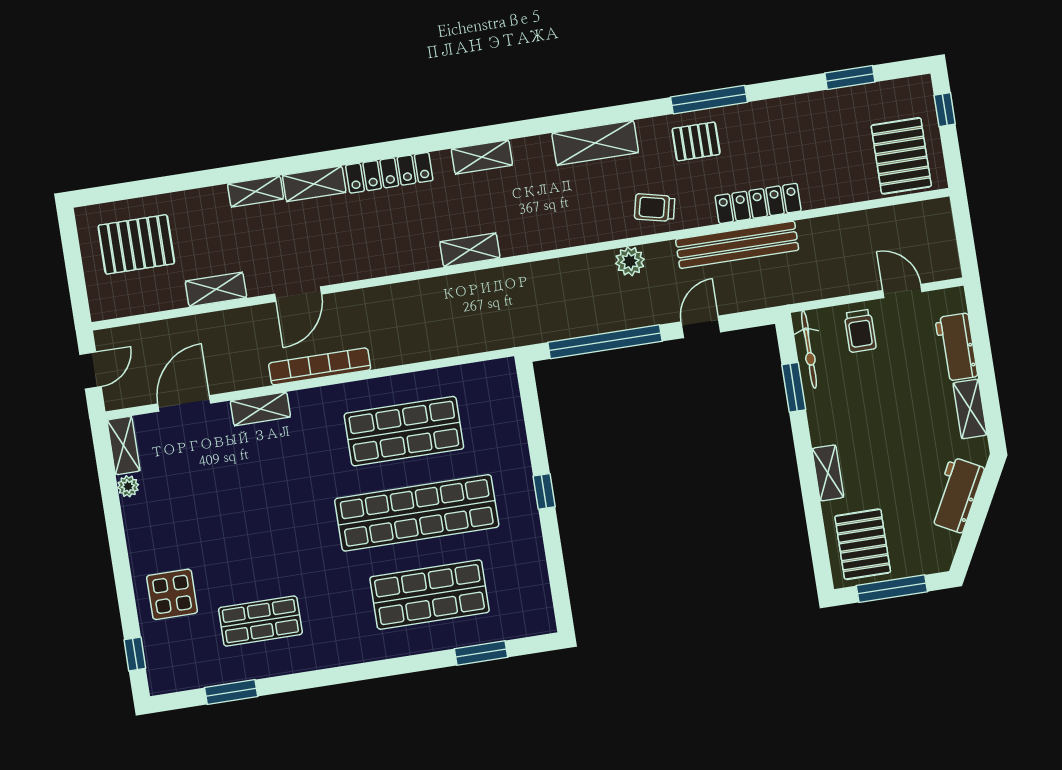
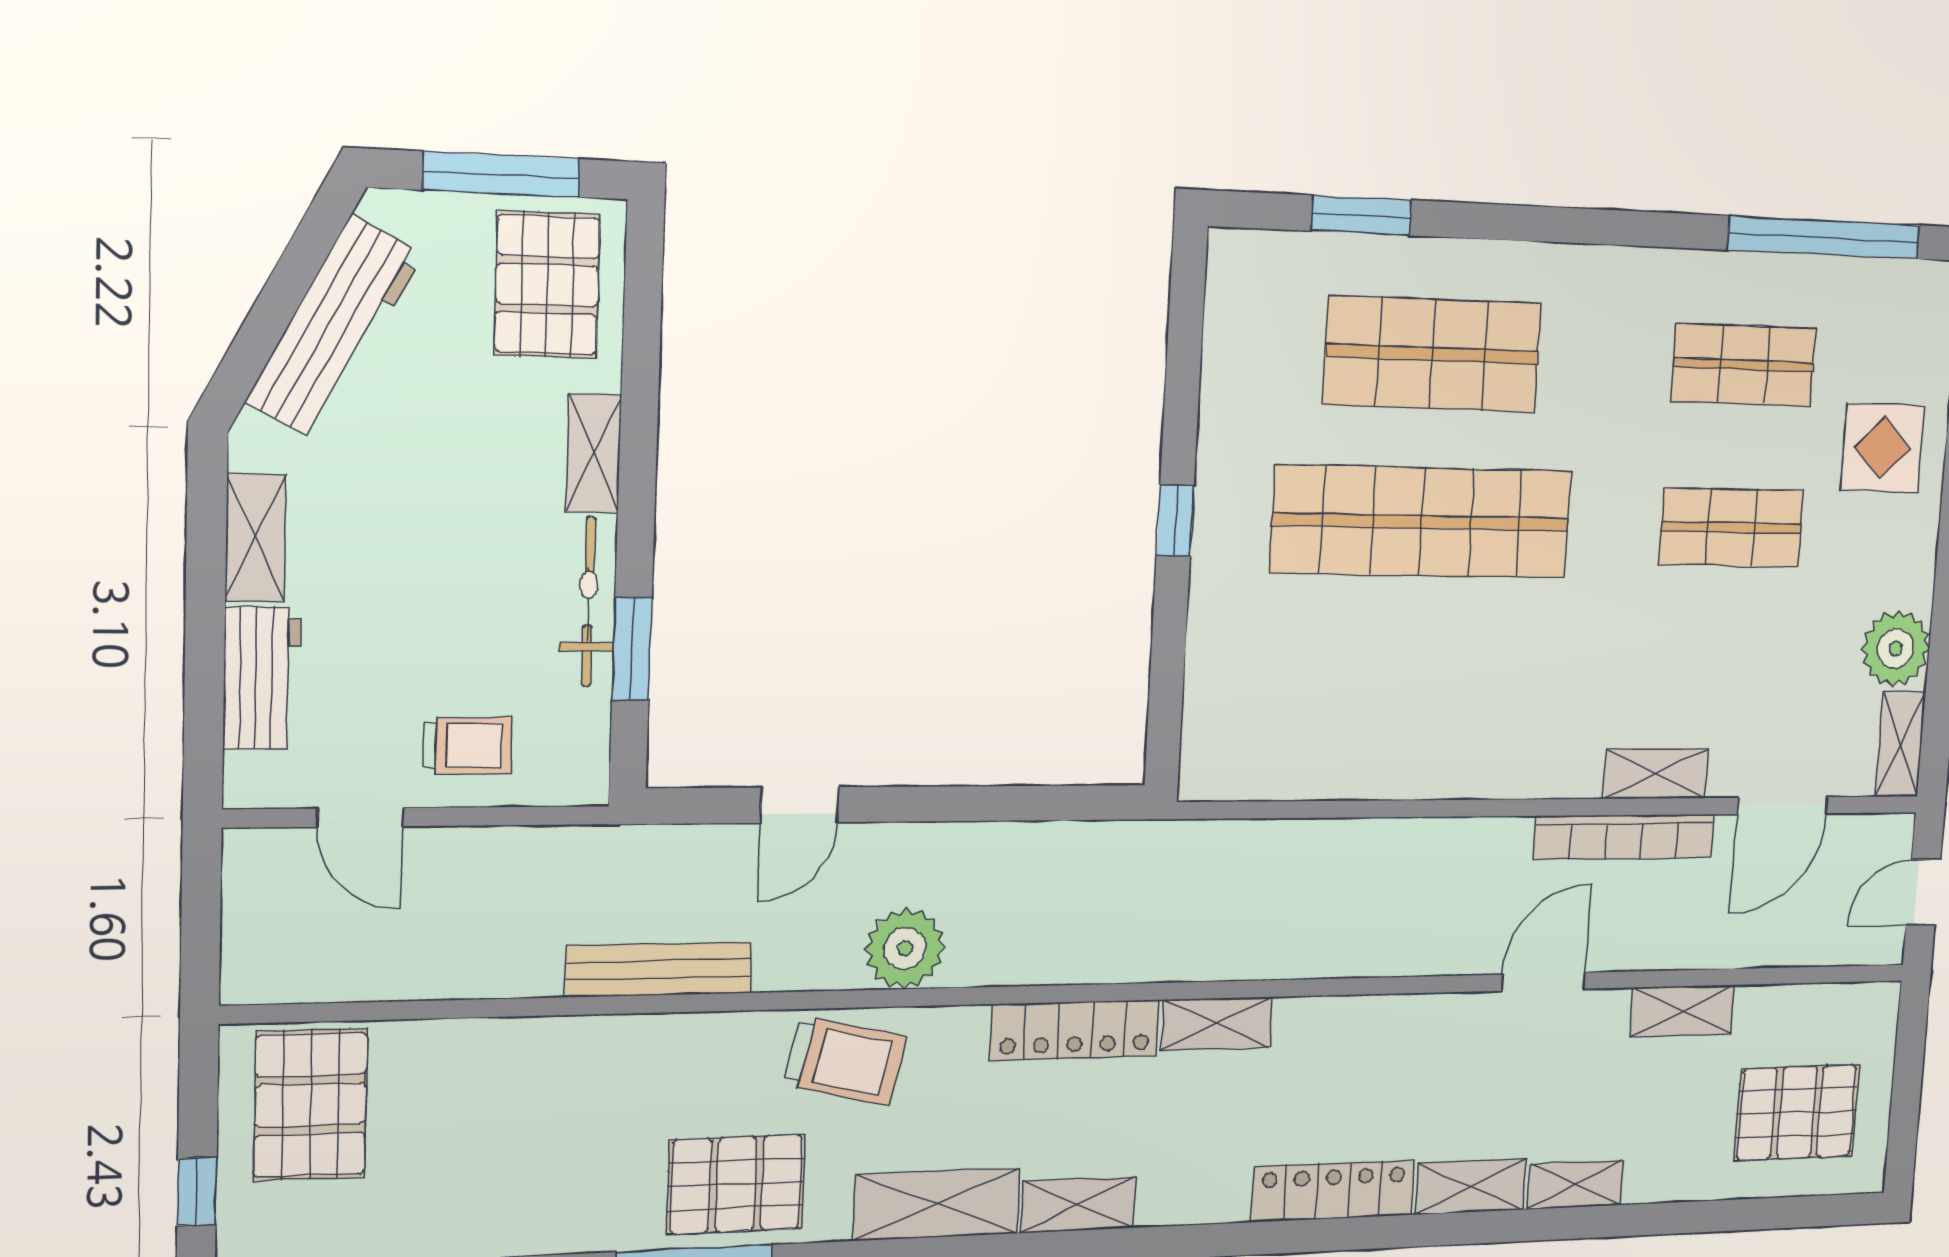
pallet: (696, 141) -> (736, 1184), width x1.50, depth x1.42
shelving: (482, 157) -> (1078, 1205), moved
locker: (758, 203) -> (1075, 1030), moved
trolley: (655, 208) -> (845, 1061), width x1.36, depth x1.39
bench: (737, 245) -> (659, 970), width x0.73, depth x0.82
plant: (630, 261) -> (905, 948), width x1.36, depth x1.36
trolley: (860, 331) -> (468, 746), turned 90
window: (605, 342) -> (997, 803), removed
bicycle: (809, 350) -> (588, 602), moved
bookcase: (320, 366) -> (1624, 837), moved
shop shelf: (404, 431) -> (1732, 528), moved, width x0.70, depth x0.74
plant: (128, 486) -> (1895, 649), width x1.87, depth x1.87
workbench: (957, 495) -> (334, 328), width x1.38
window: (231, 692) -> (1824, 238), width x2.11

